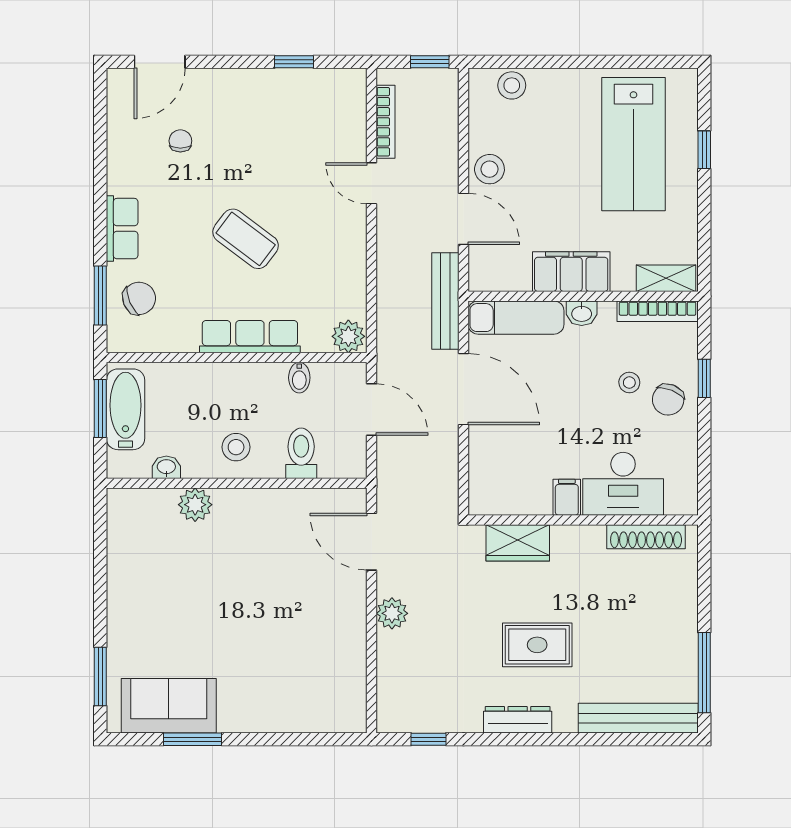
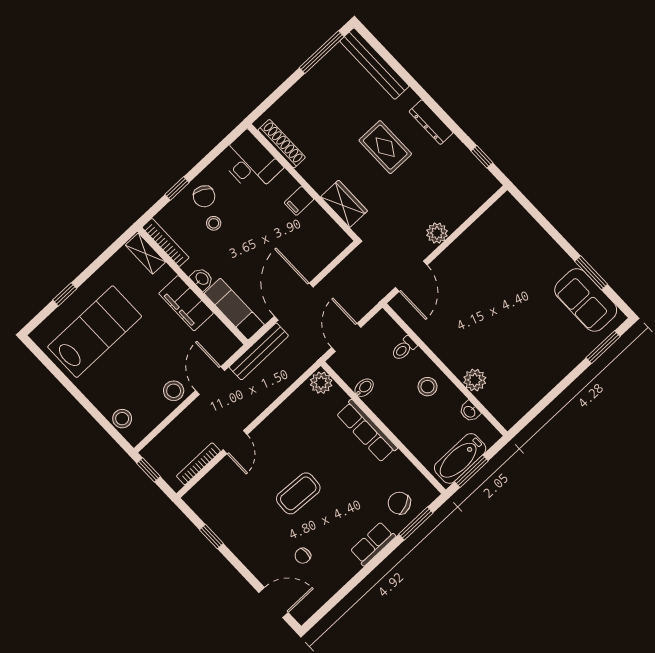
coffee table: (246, 239) -> (298, 493), moved, turned 56
chair: (668, 400) -> (204, 196), turned 95
toilet: (301, 453) -> (404, 348), width x0.73, depth x0.72
desk: (623, 484) -> (250, 162), moved

